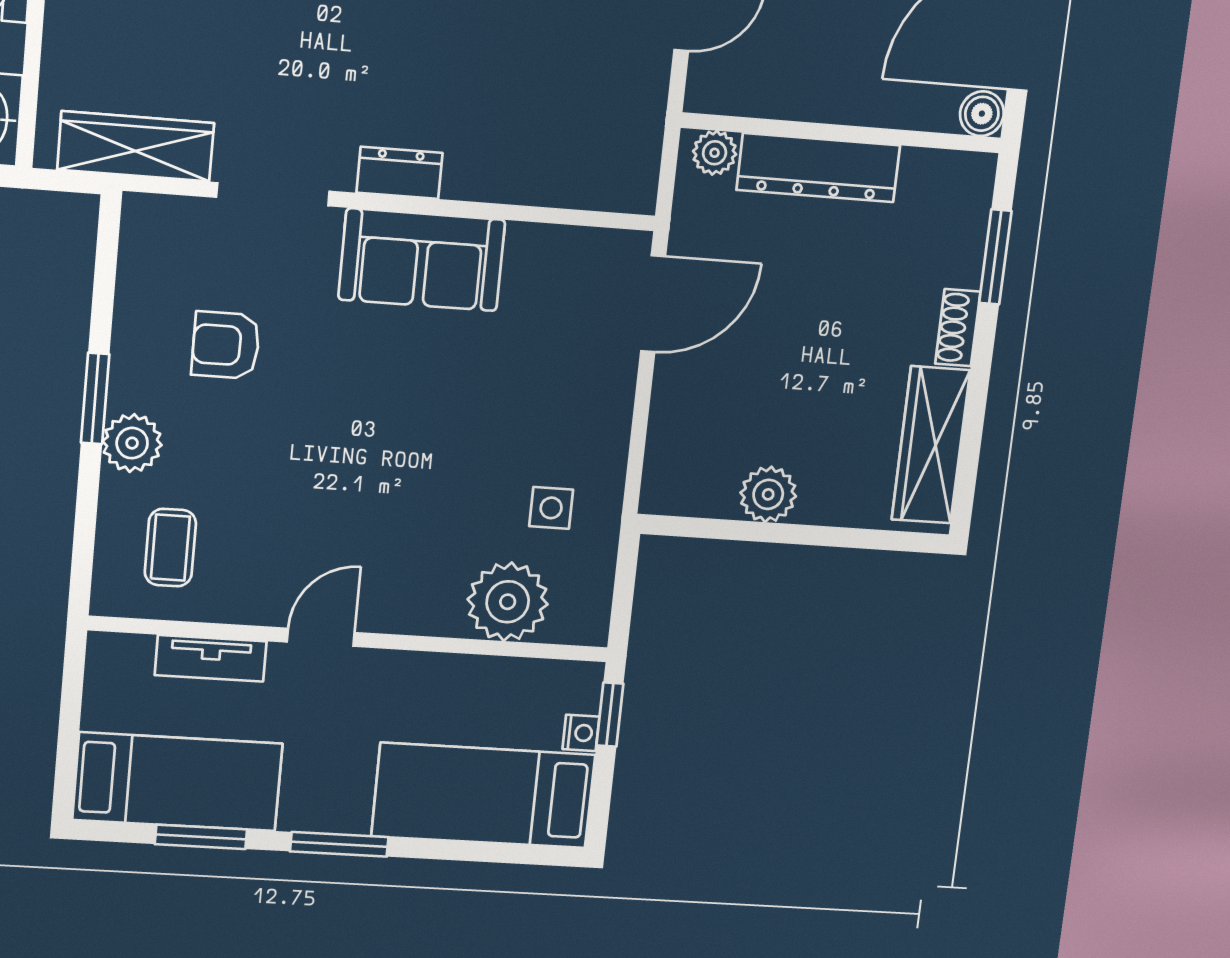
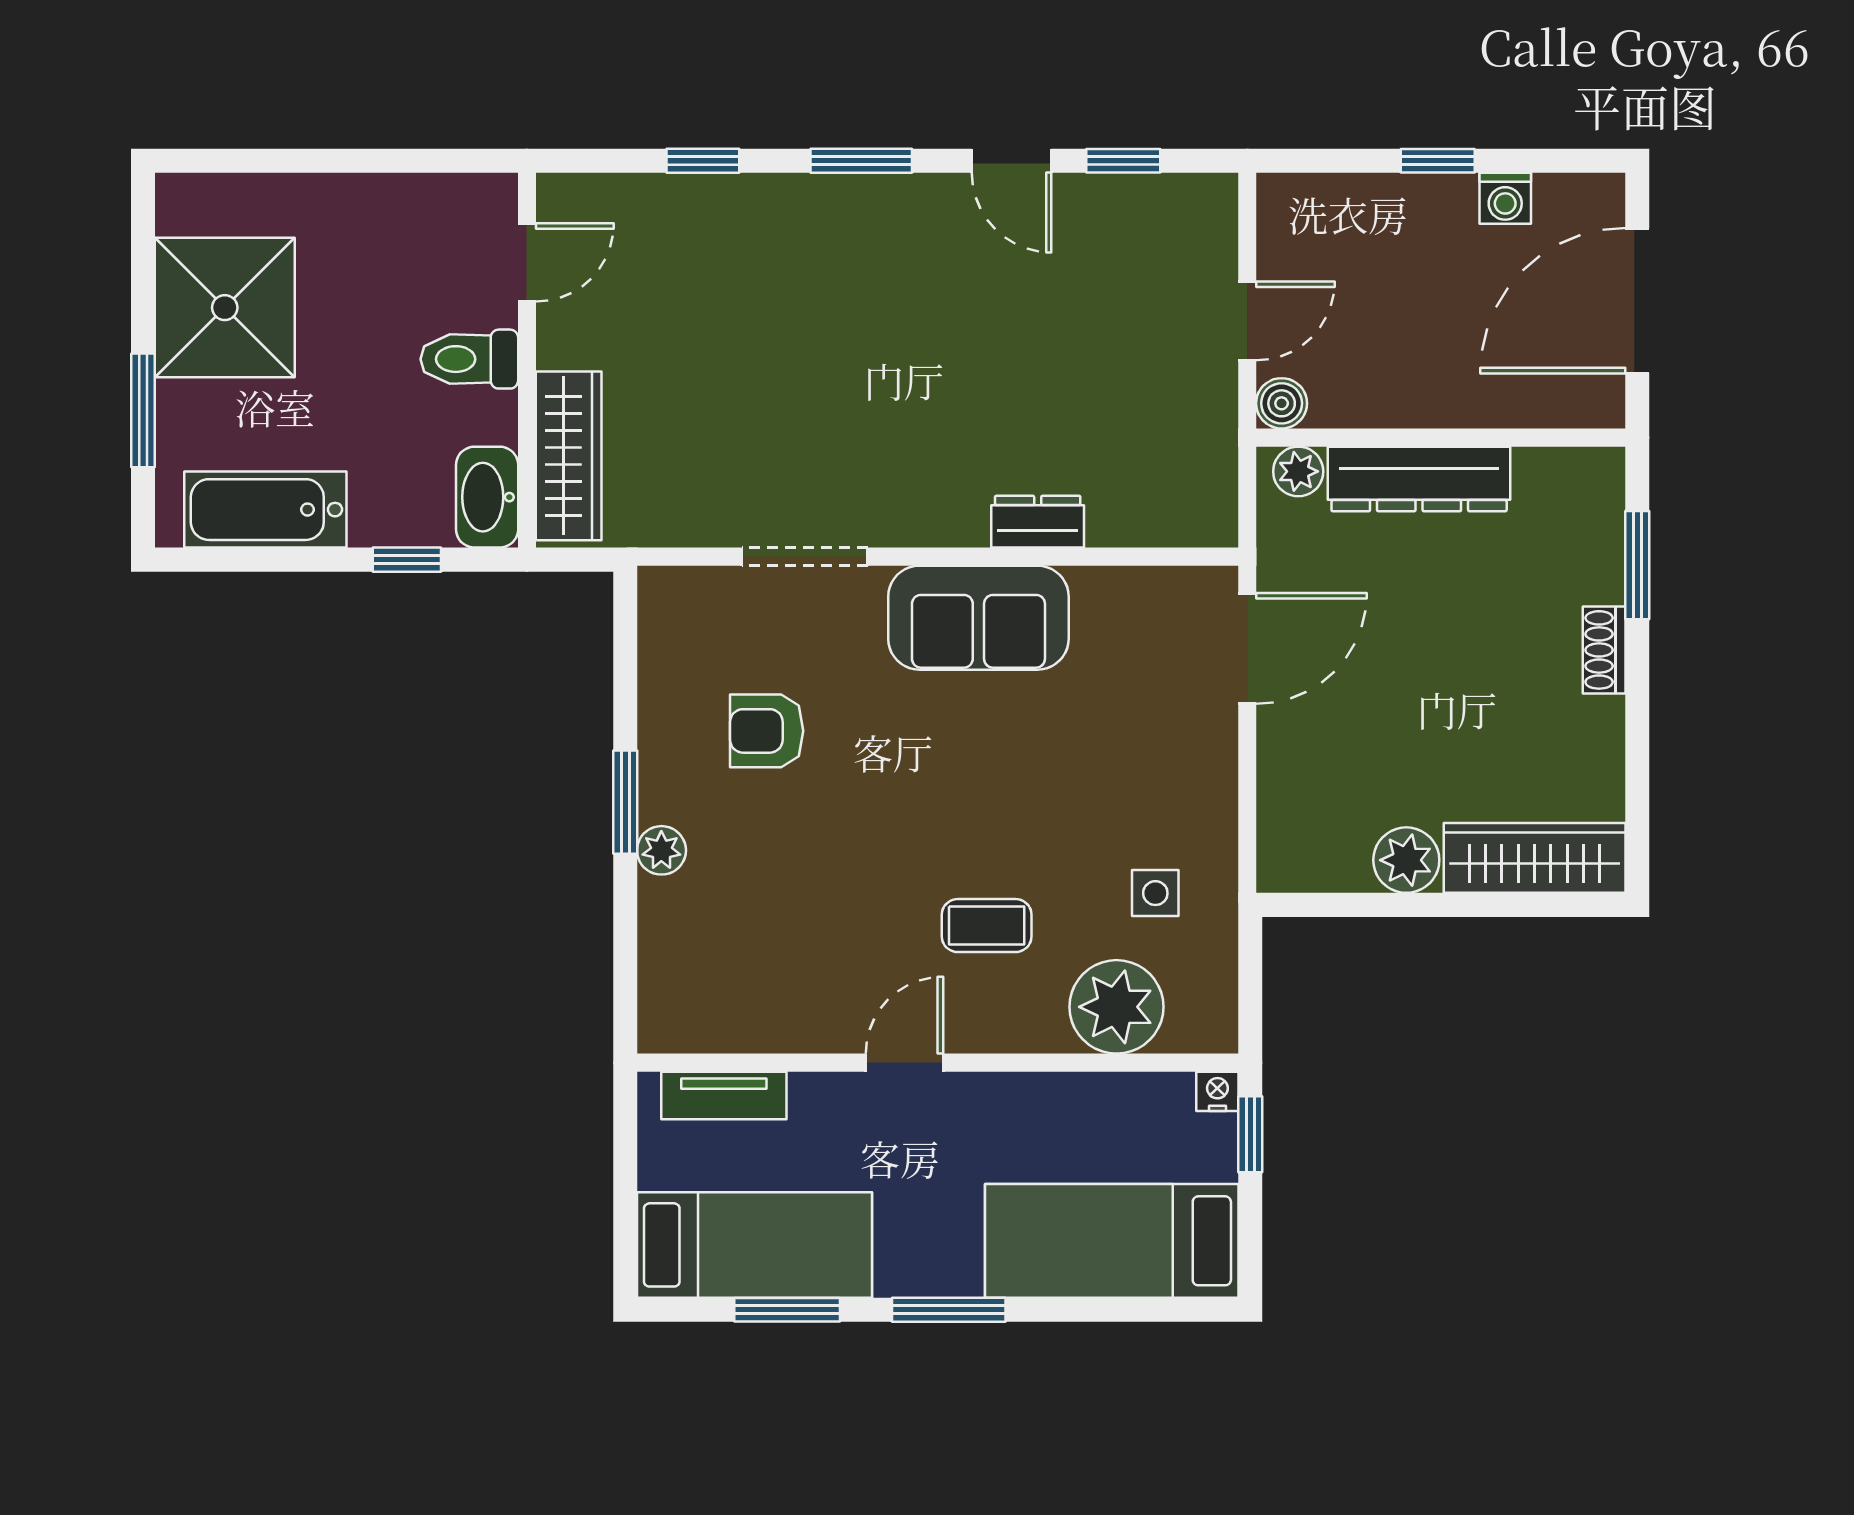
boiler: (982, 114) -> (1282, 403), moved
wardrobe: (136, 146) -> (569, 456), moved, turned 90
dresser: (400, 173) -> (1038, 522), moved
plant: (132, 443) -> (661, 850), width x0.73, depth x0.73
wardrobe: (931, 445) -> (1535, 858), moved, turned 90
coffee table: (170, 548) -> (987, 926), moved, turned 90
tv unit: (211, 658) -> (724, 1095), moved
nightstand: (581, 733) -> (1217, 1091), moved, turned -90

